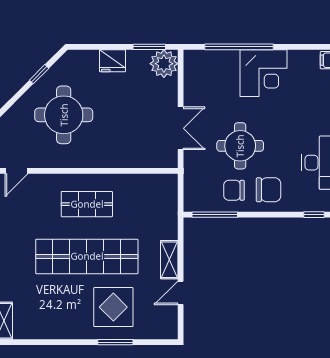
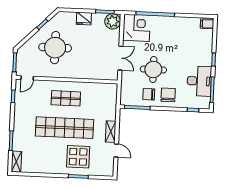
corner desk: (263, 73) -> (136, 28), moved, turned -90
chair: (269, 190) -> (168, 95), turned -90
door: (181, 293) -> (116, 151), swing flipped

